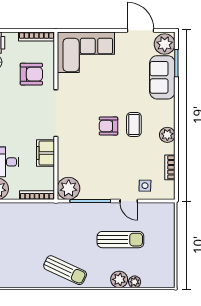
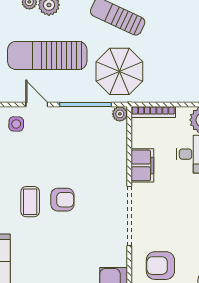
plant: (69, 188) -> (120, 114), width x0.53, depth x0.53
parasol: (64, 227) -> (119, 71), added
sun lounger: (120, 240) -> (47, 55), width x1.36, depth x1.34

